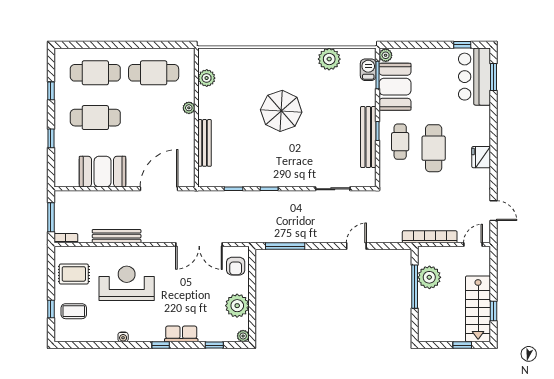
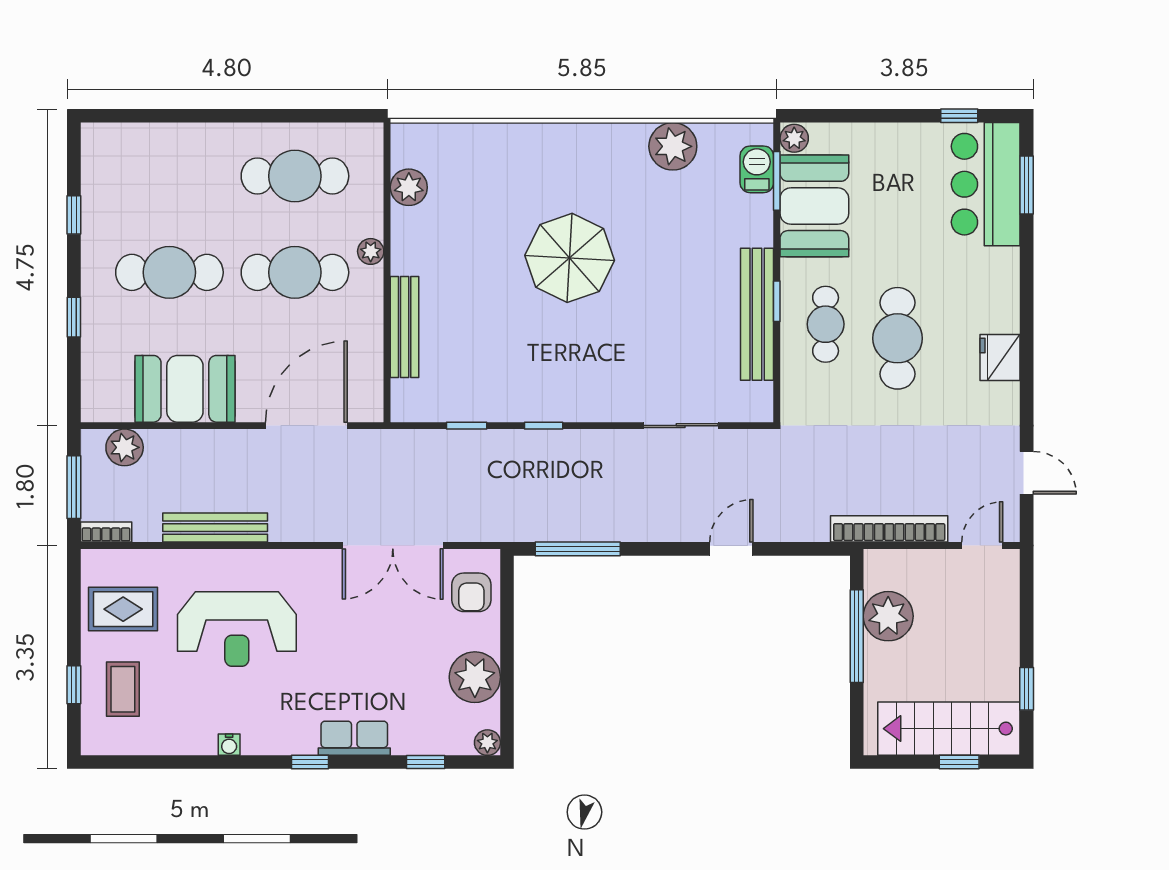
cafe table: (95, 73) -> (295, 272), moved
plant: (74, 199) -> (125, 447), added
reception desk: (127, 283) -> (237, 629), turned 180
stairs: (478, 309) -> (949, 729), moved, turned 90
coffee table: (74, 311) -> (123, 689), turned 90

